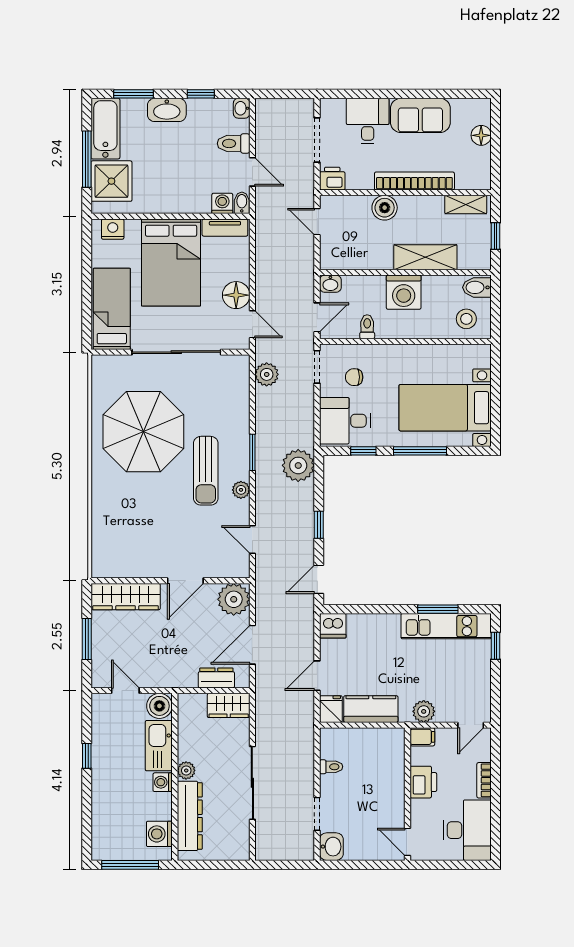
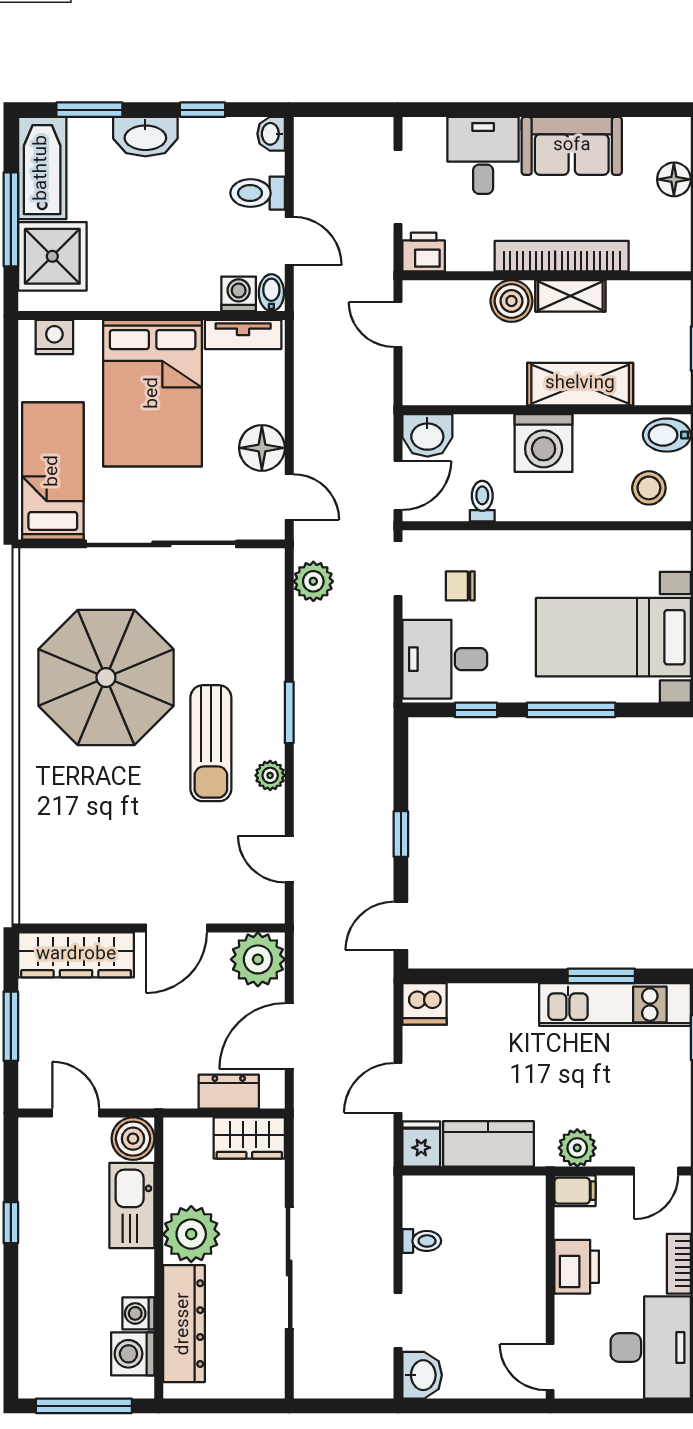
shelving: (466, 205) -> (570, 296), moved
washbasin: (330, 284) -> (427, 435), width x1.38, depth x1.45
plant: (298, 465) -> (366, 734), removed
plant: (186, 770) -> (191, 1234), width x1.88, depth x1.88
washing machine: (163, 782) -> (138, 1313), moved

